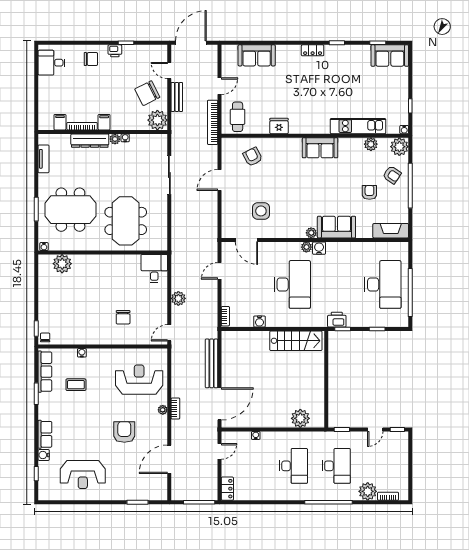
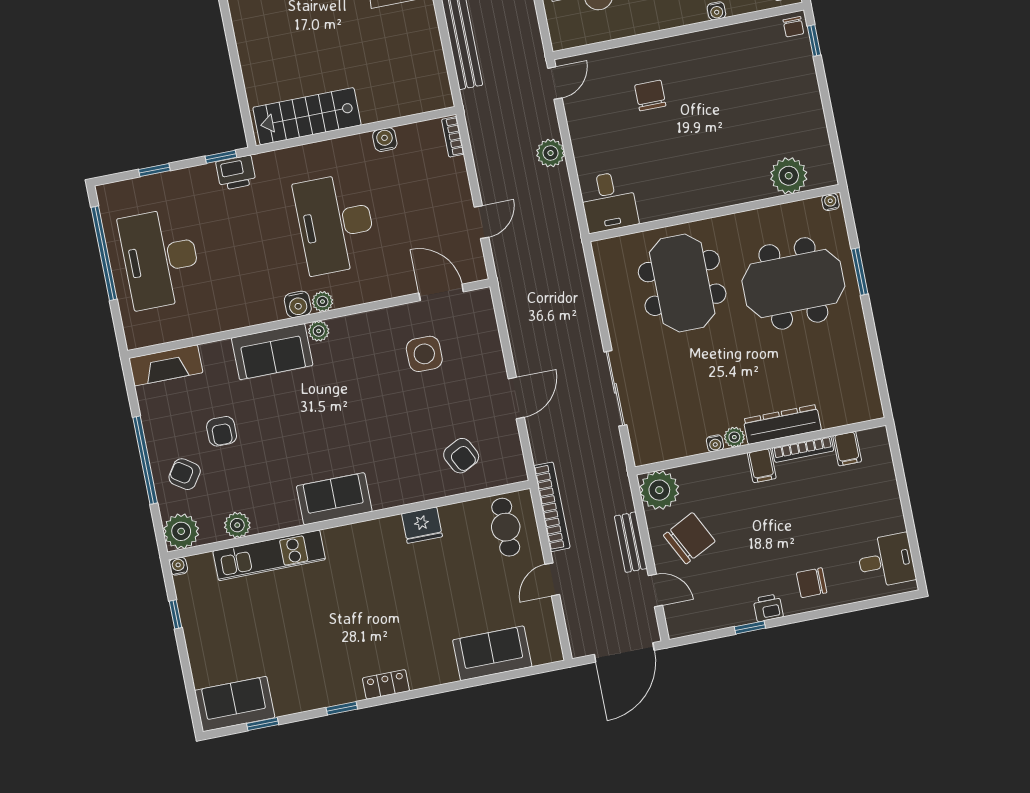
tv unit: (44, 159) -> (865, 371), removed

